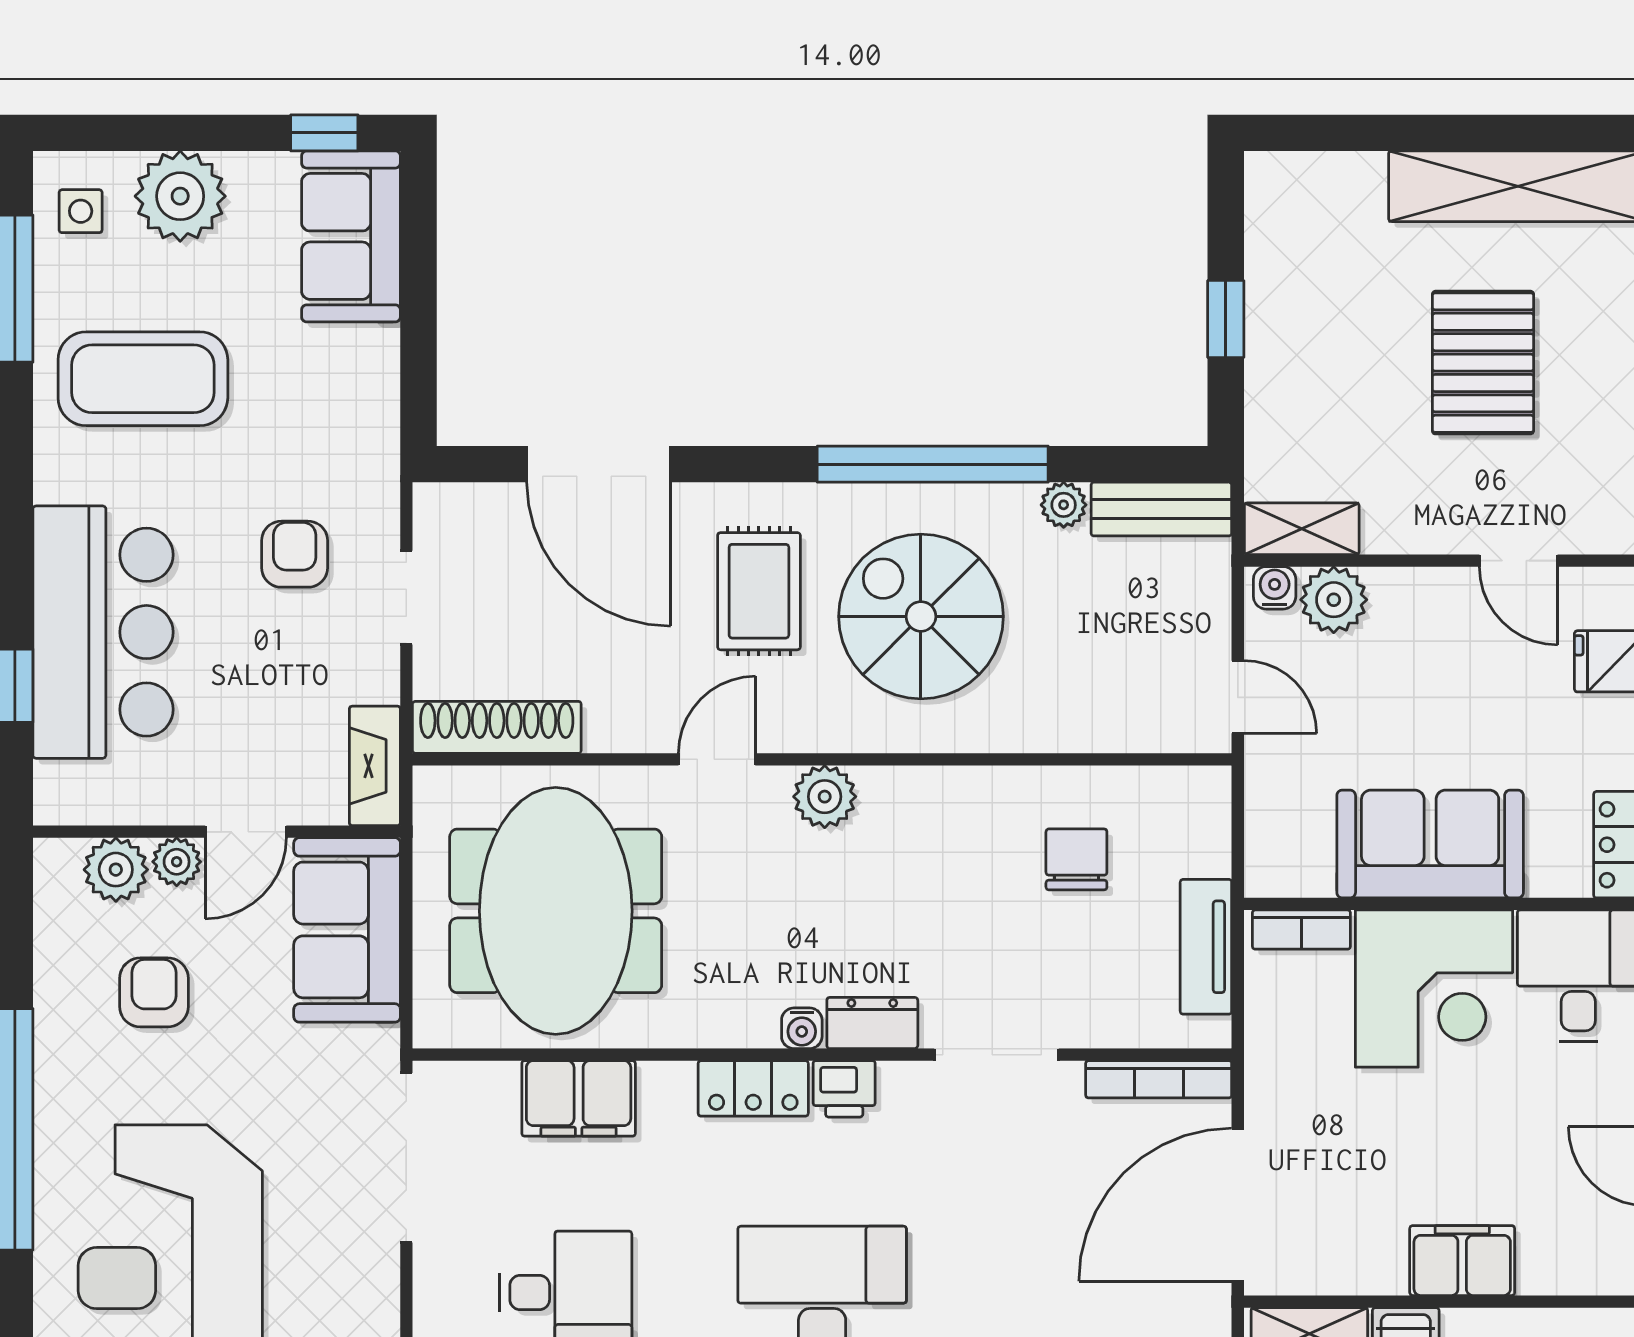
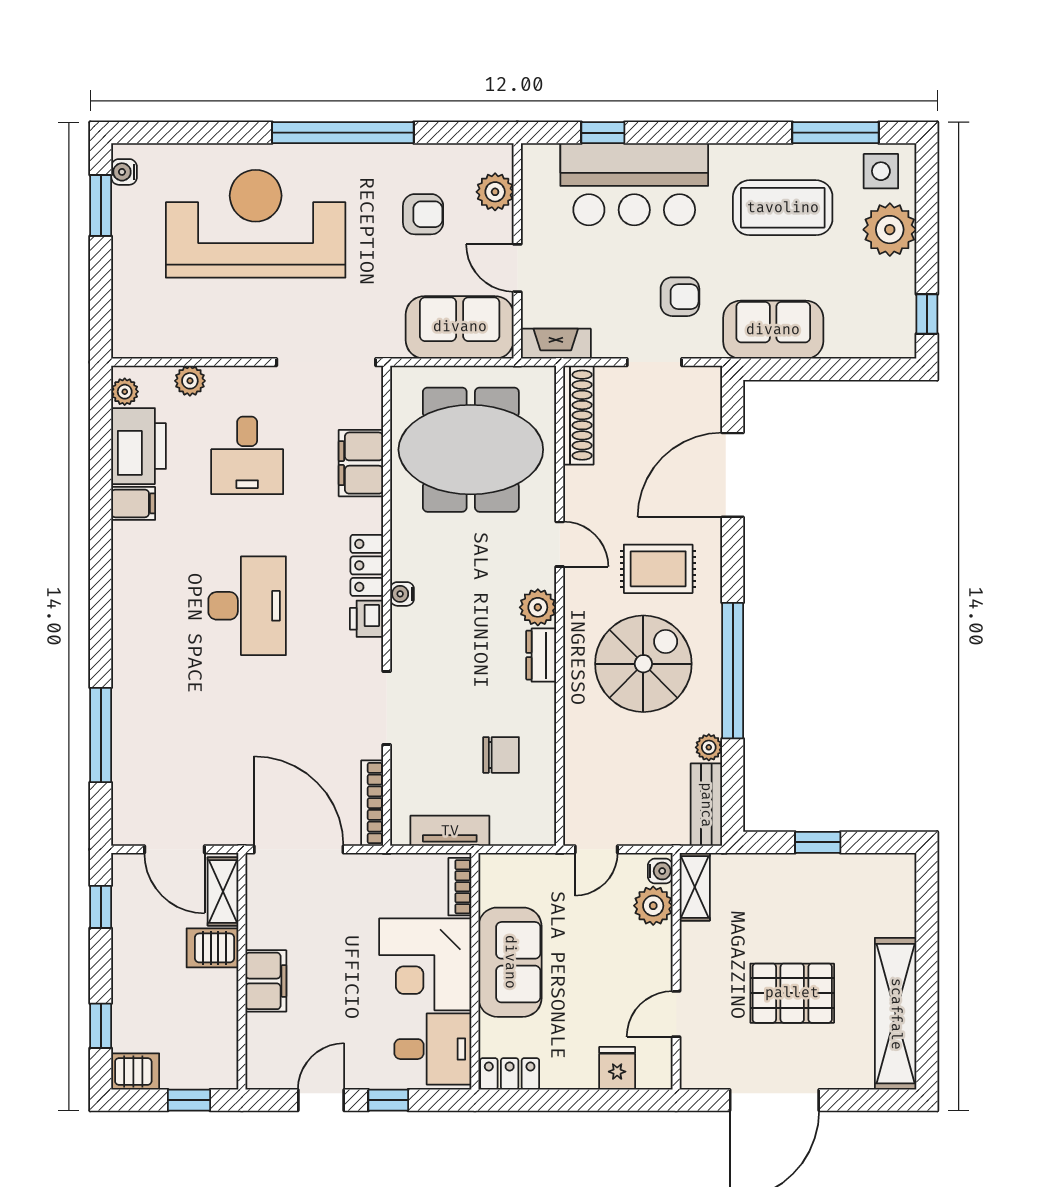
side table: (81, 211) -> (881, 171), width x1.37, depth x1.37
sofa: (351, 236) -> (773, 330), moved
coffee table: (143, 379) -> (783, 208), turned 90
plant: (177, 862) -> (500, 227), removed
dresser: (872, 1023) -> (541, 655), moved, turned 180

